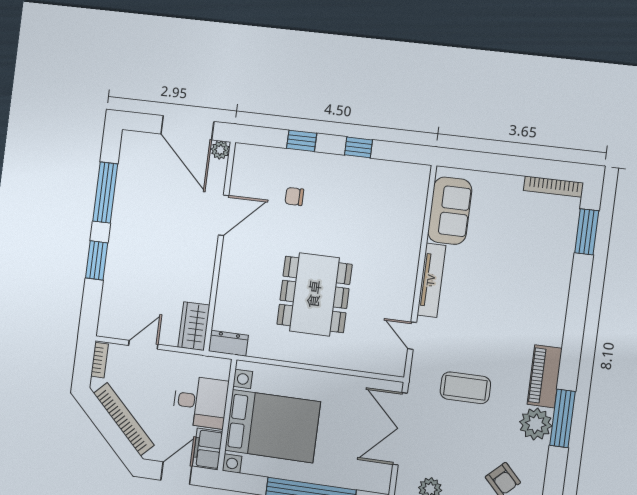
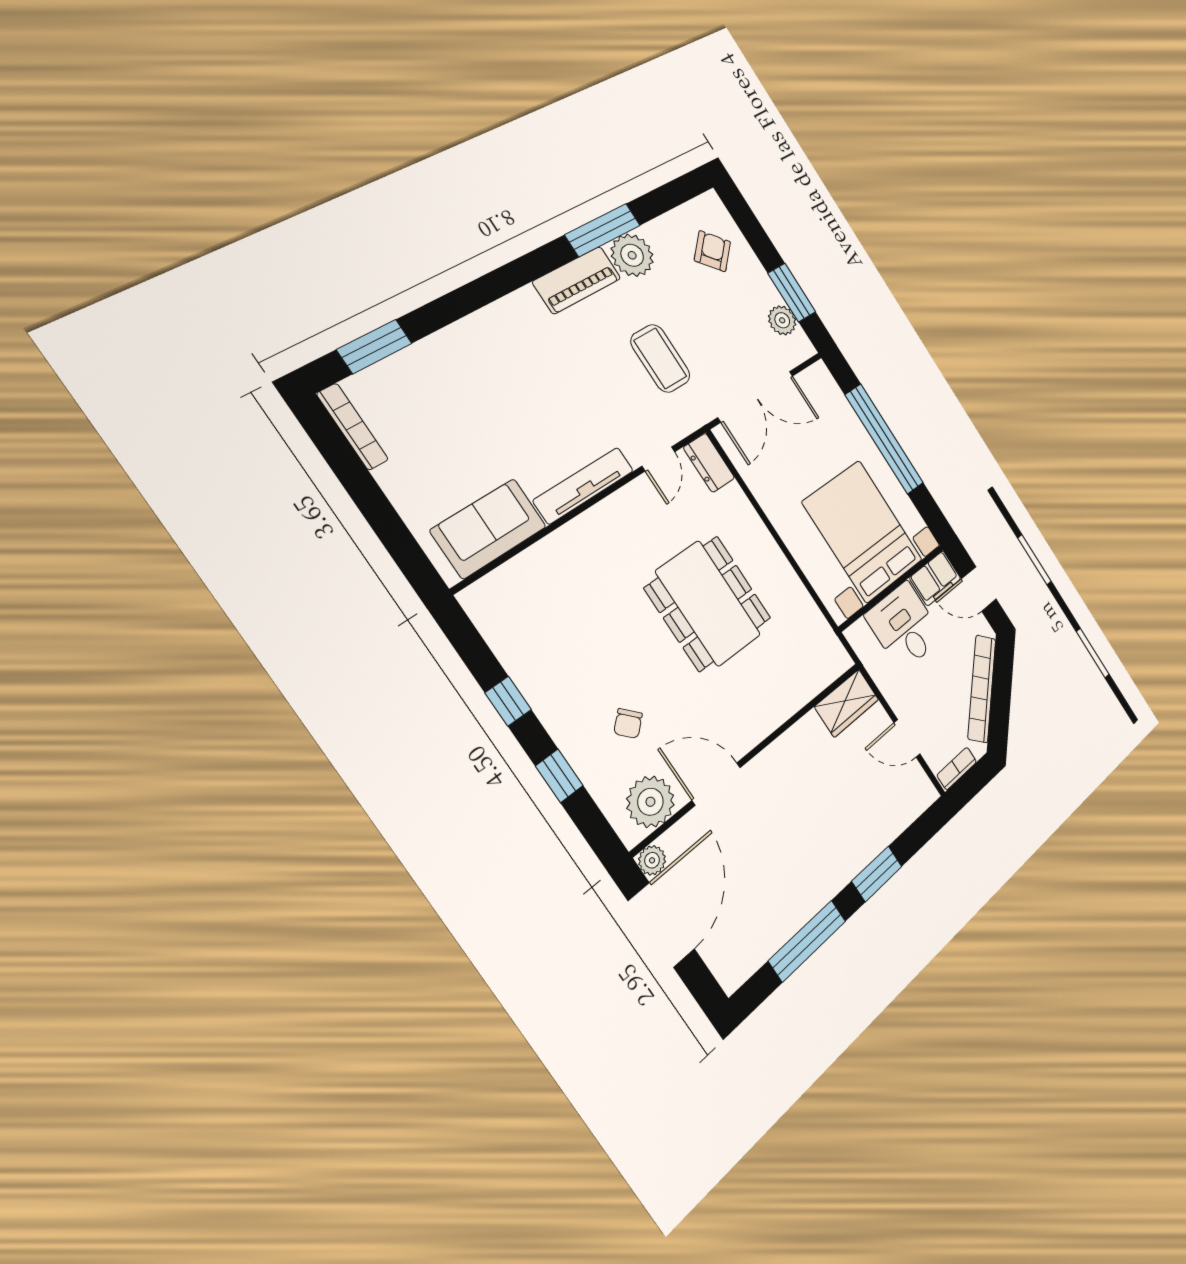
plant: (248, 174) -> (650, 802), added
chair: (294, 196) -> (628, 723), turned 47
dining table: (314, 294) -> (708, 603), turned 90
dresser: (228, 343) -> (709, 463), moved

